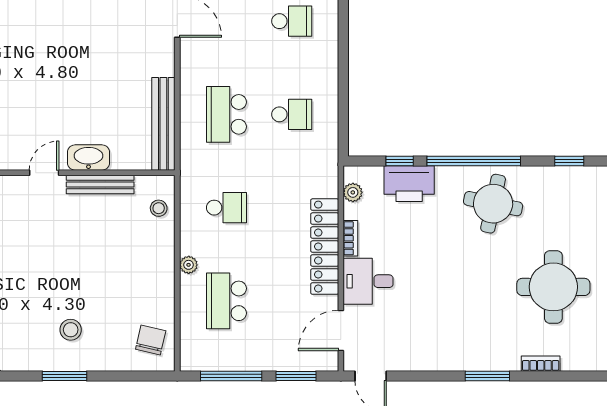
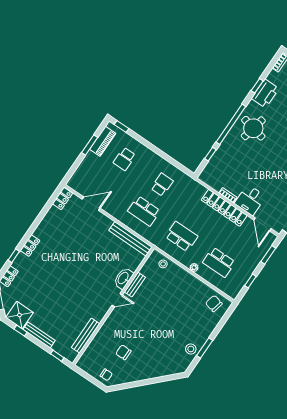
school desk: (292, 21) -> (124, 159), turned 180
door: (44, 173) -> (117, 300), swing flipped
bench: (100, 184) -> (135, 285), width x0.73
printer: (409, 184) -> (265, 93), moved
plant: (353, 192) -> (210, 182), removed
school desk: (226, 208) -> (181, 237), width x1.85
stool: (71, 330) -> (191, 349), moved
window: (231, 376) -> (250, 281), width x0.46

